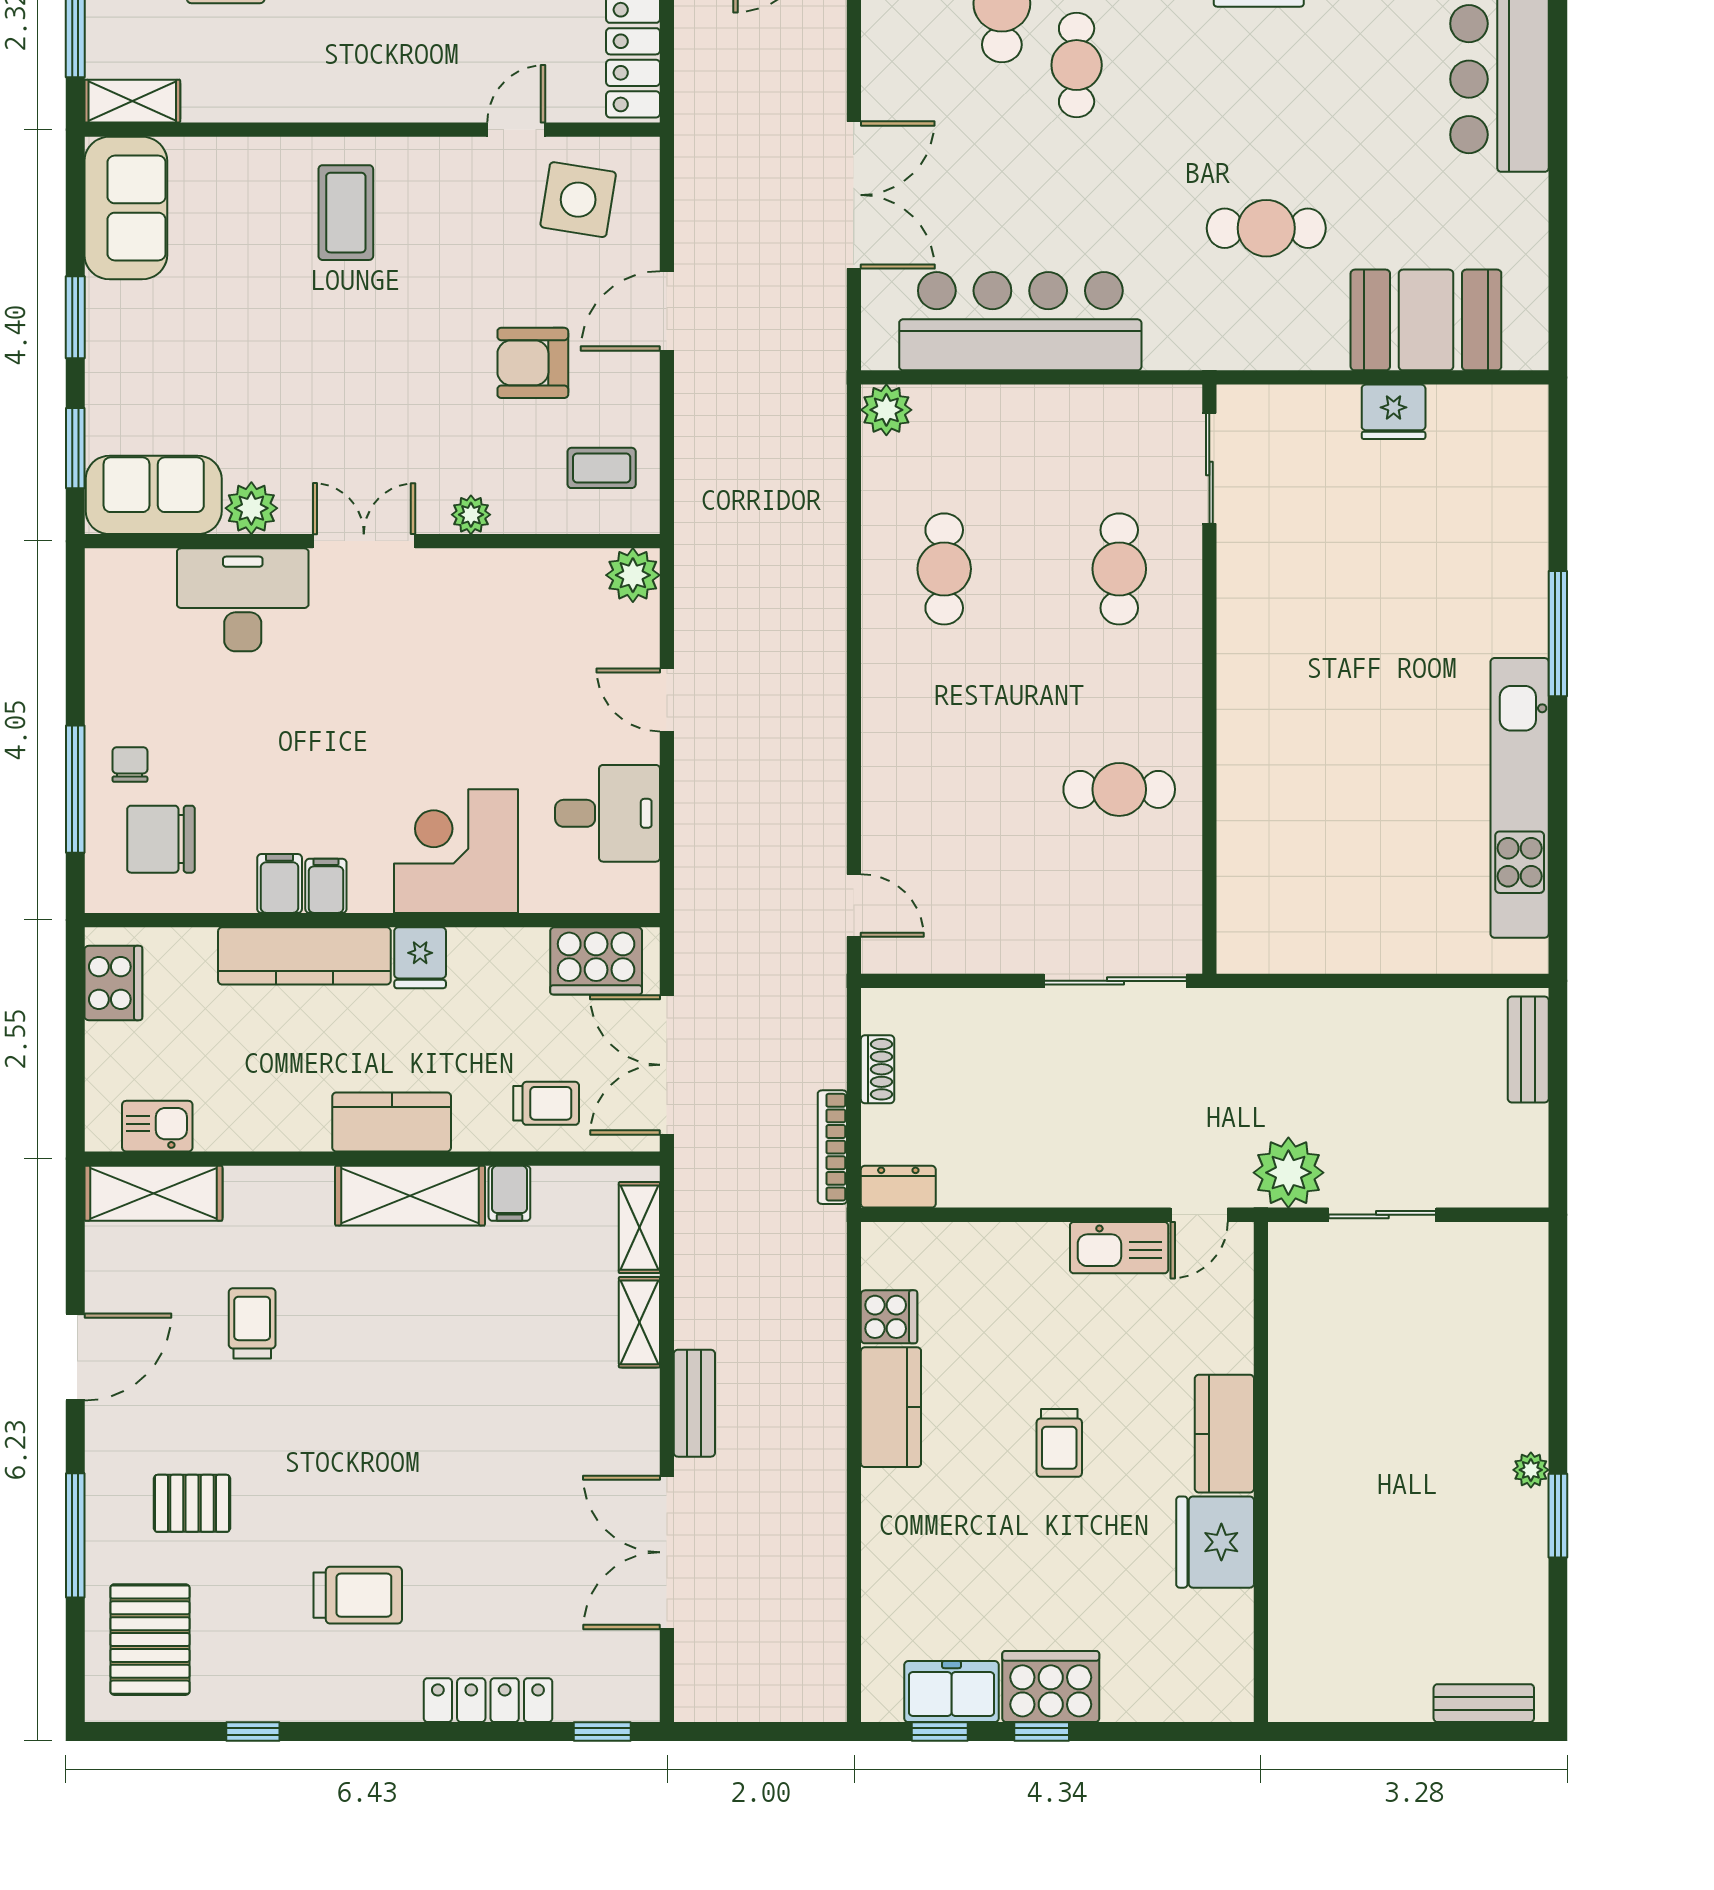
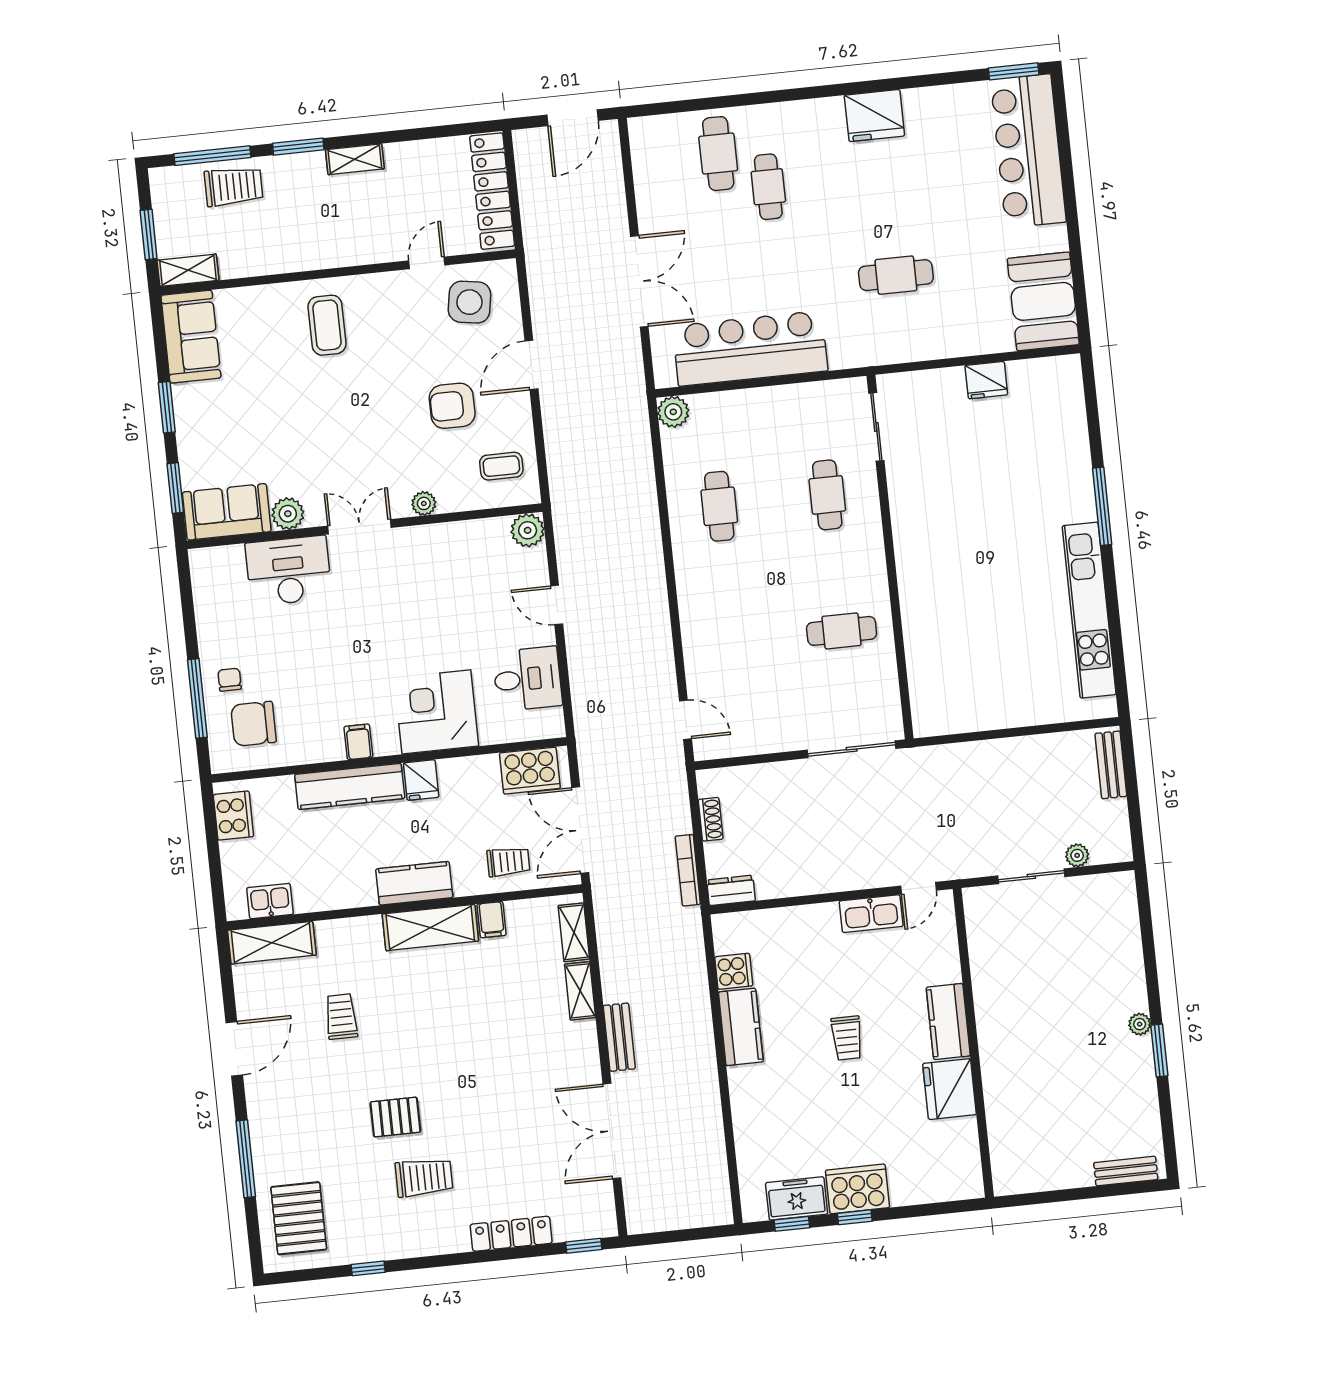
booth: (1426, 320) -> (1043, 301), moved, turned 90
filing cabinet: (280, 883) -> (330, 743), removed
plant: (1288, 1173) -> (1077, 855), moved, width x0.53, depth x0.53
pallet: (192, 1503) -> (395, 1117), moved

